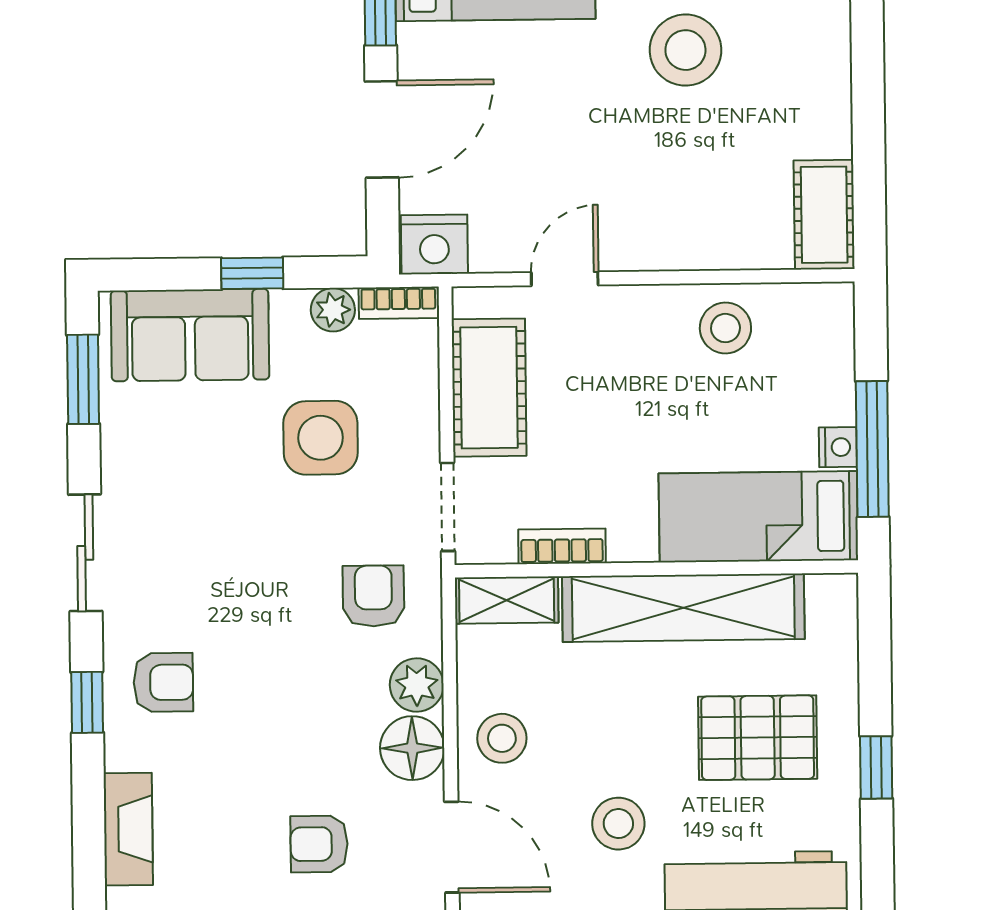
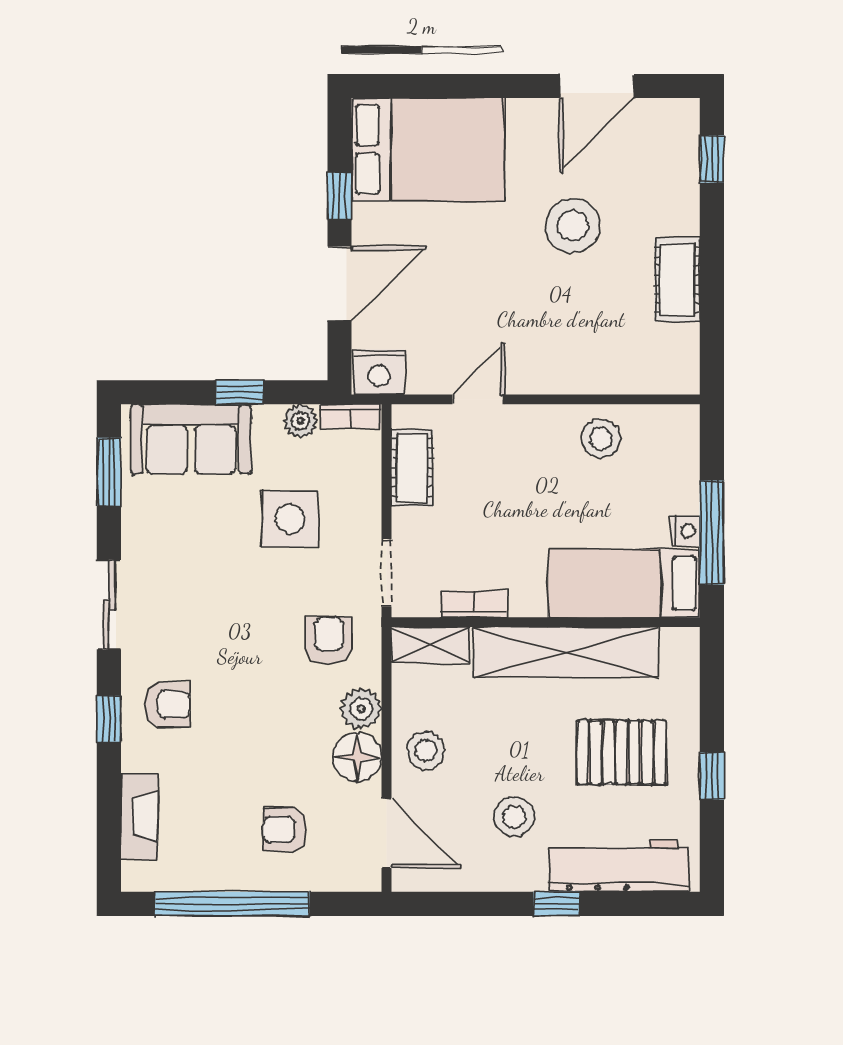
cot: (824, 215) -> (677, 280), moved
cot: (489, 388) -> (412, 468), width x0.73, depth x0.75

